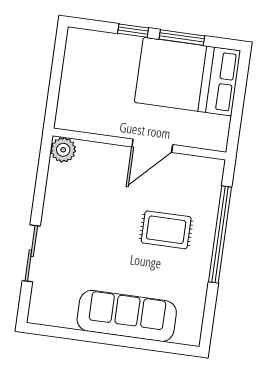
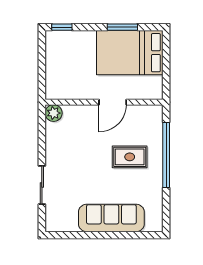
window: (133, 31) -> (62, 27), moved

